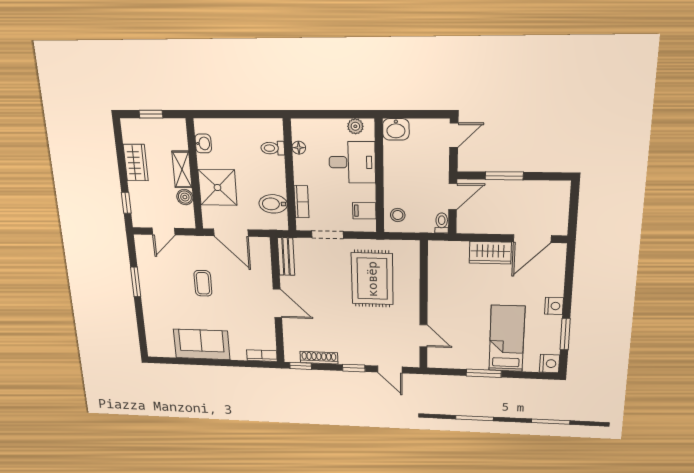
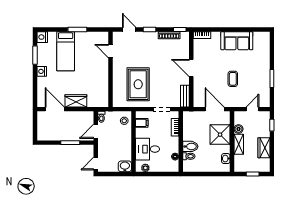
bidet: (273, 204) -> (190, 146), moved
door: (532, 239) -> (55, 109), hinge flipped

